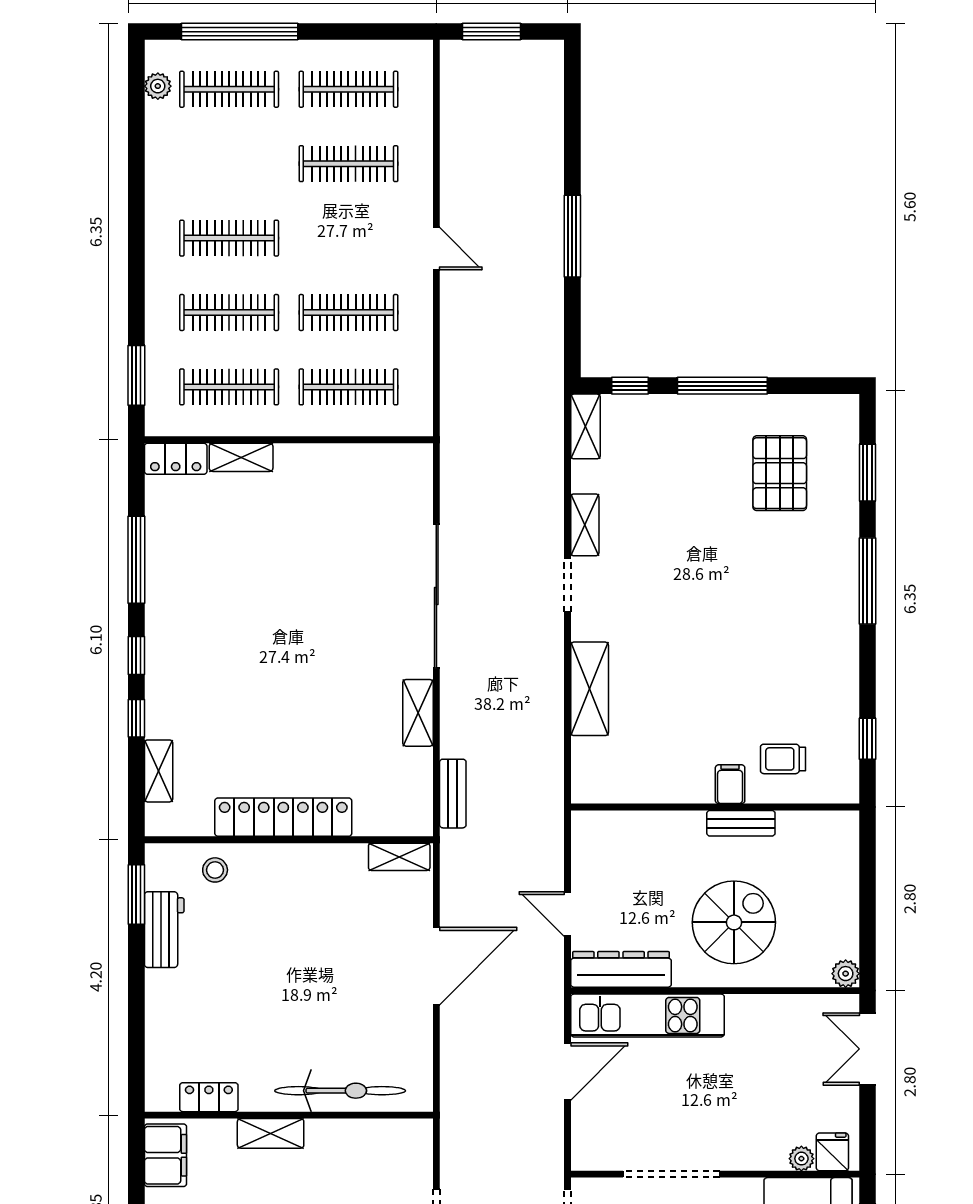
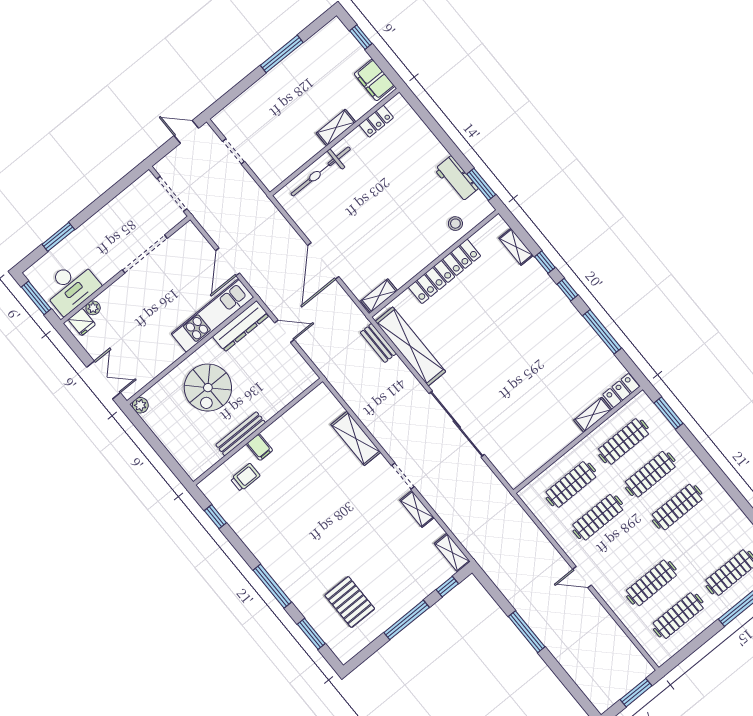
shelving: (418, 713) -> (410, 346), width x2.20, depth x1.33
bench: (741, 823) -> (241, 434), width x1.36

